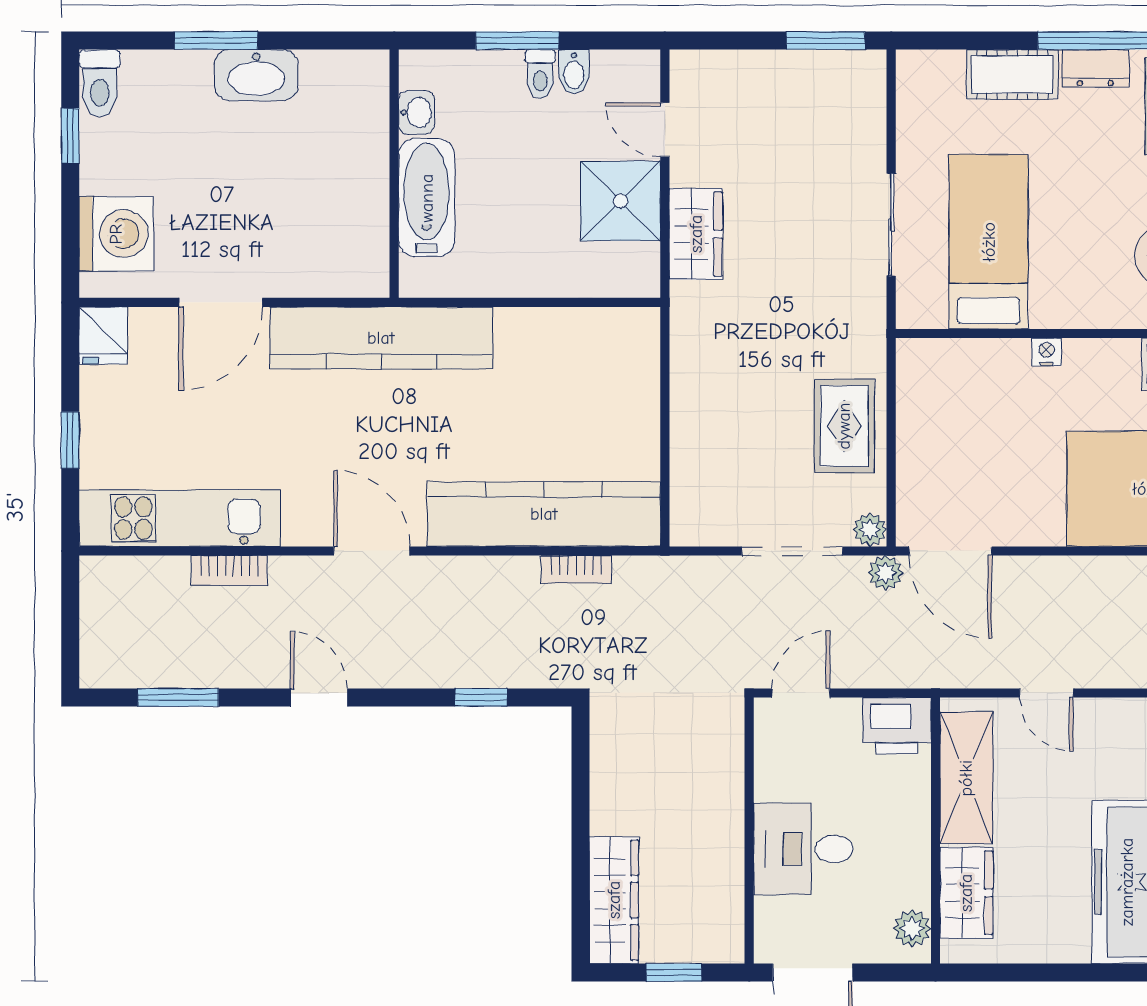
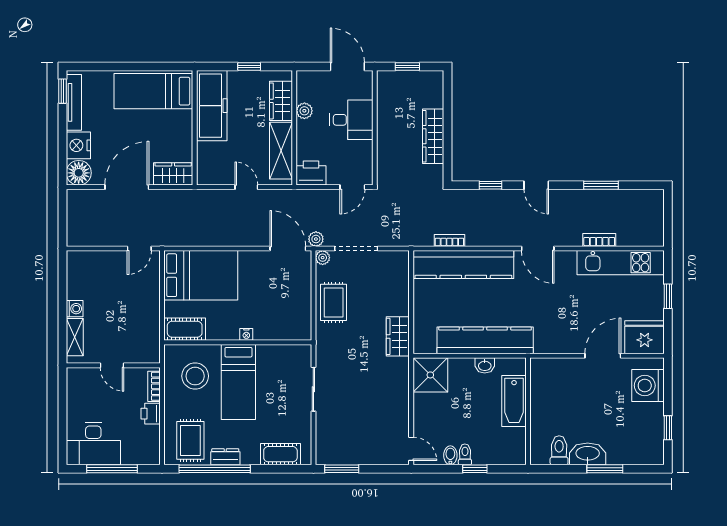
window: (517, 41) -> (475, 469), width x0.67
cot: (1012, 74) -> (280, 454), moved
toilet: (100, 83) -> (559, 450), moved
washbasin: (417, 112) -> (485, 365), moved, turned -90
door: (665, 130) -> (411, 449), moved
shower: (620, 201) -> (430, 375), moved
wardrobe: (696, 234) -> (398, 336), moved
bed: (989, 242) -> (238, 382), moved
fridge: (103, 336) -> (645, 337), width x1.88, depth x1.34
kitchen counter: (381, 338) -> (485, 340), moved
window: (178, 697) -> (601, 185), moved
door: (319, 697) -> (536, 185), moved
wardrobe: (614, 900) -> (433, 136), moved
plant: (912, 928) -> (304, 111), moved
window: (1040, 973) -> (249, 66), added

